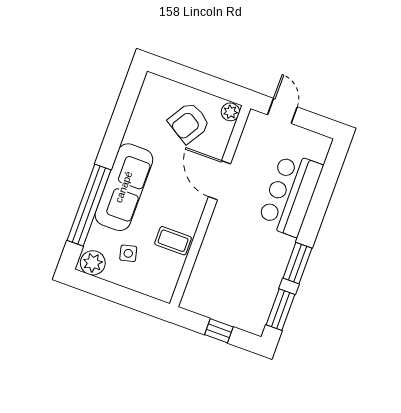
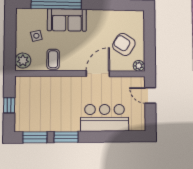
door: (282, 111) -> (150, 95), swing flipped
sofa: (124, 187) -> (67, 20), width x0.73
plant: (93, 263) -> (23, 61), moved

